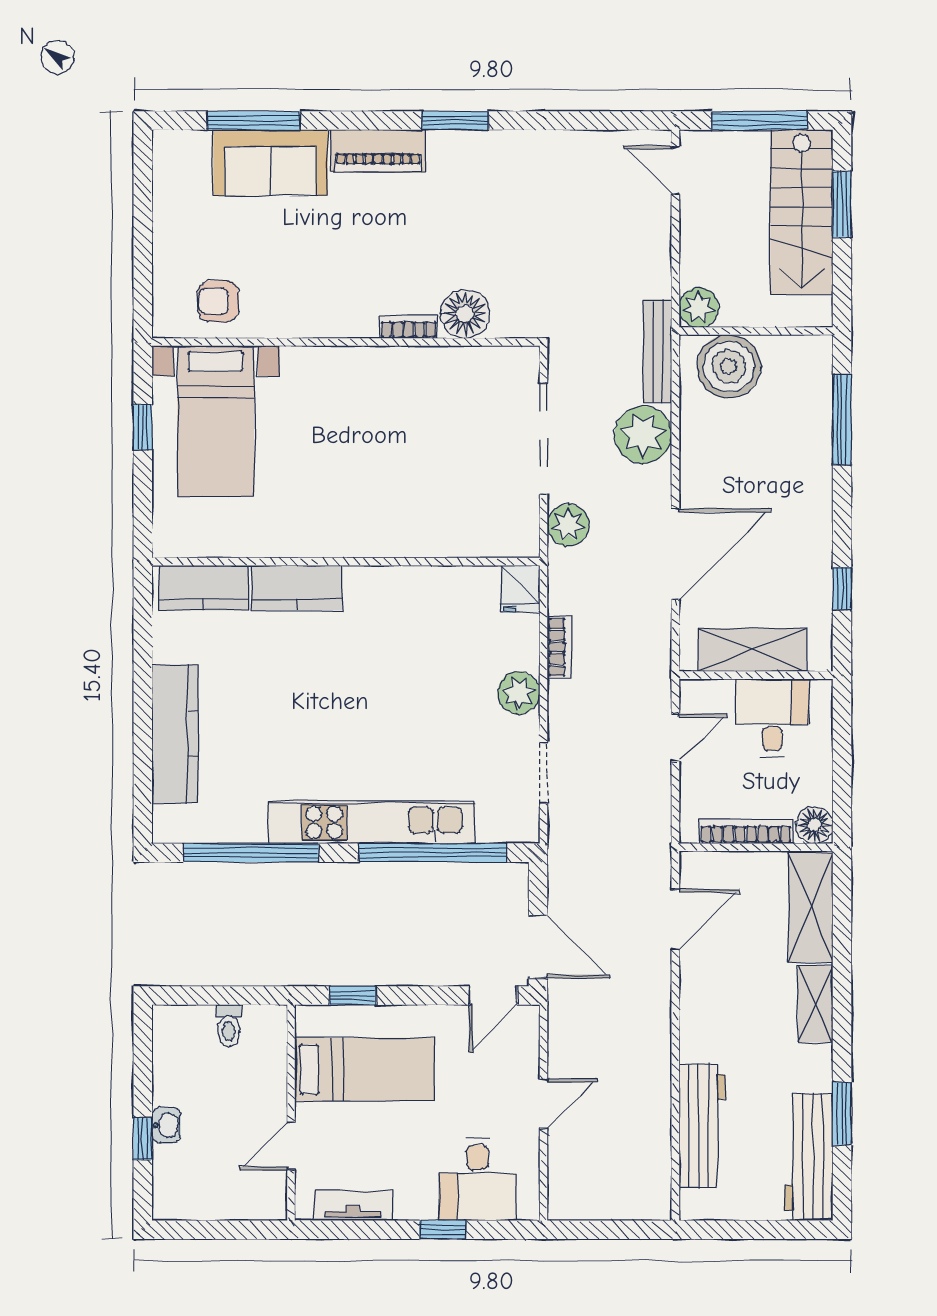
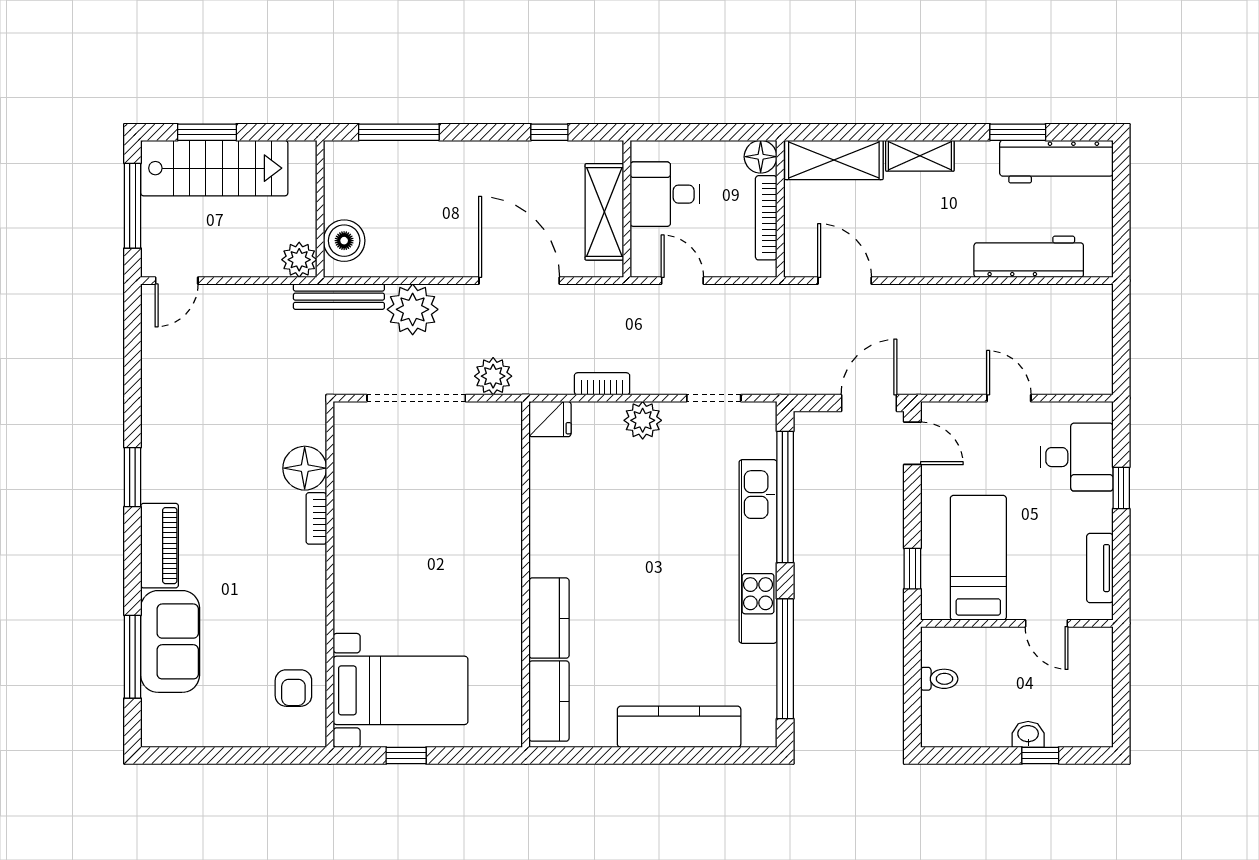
boiler: (729, 366) -> (344, 241), width x0.73, depth x0.73

